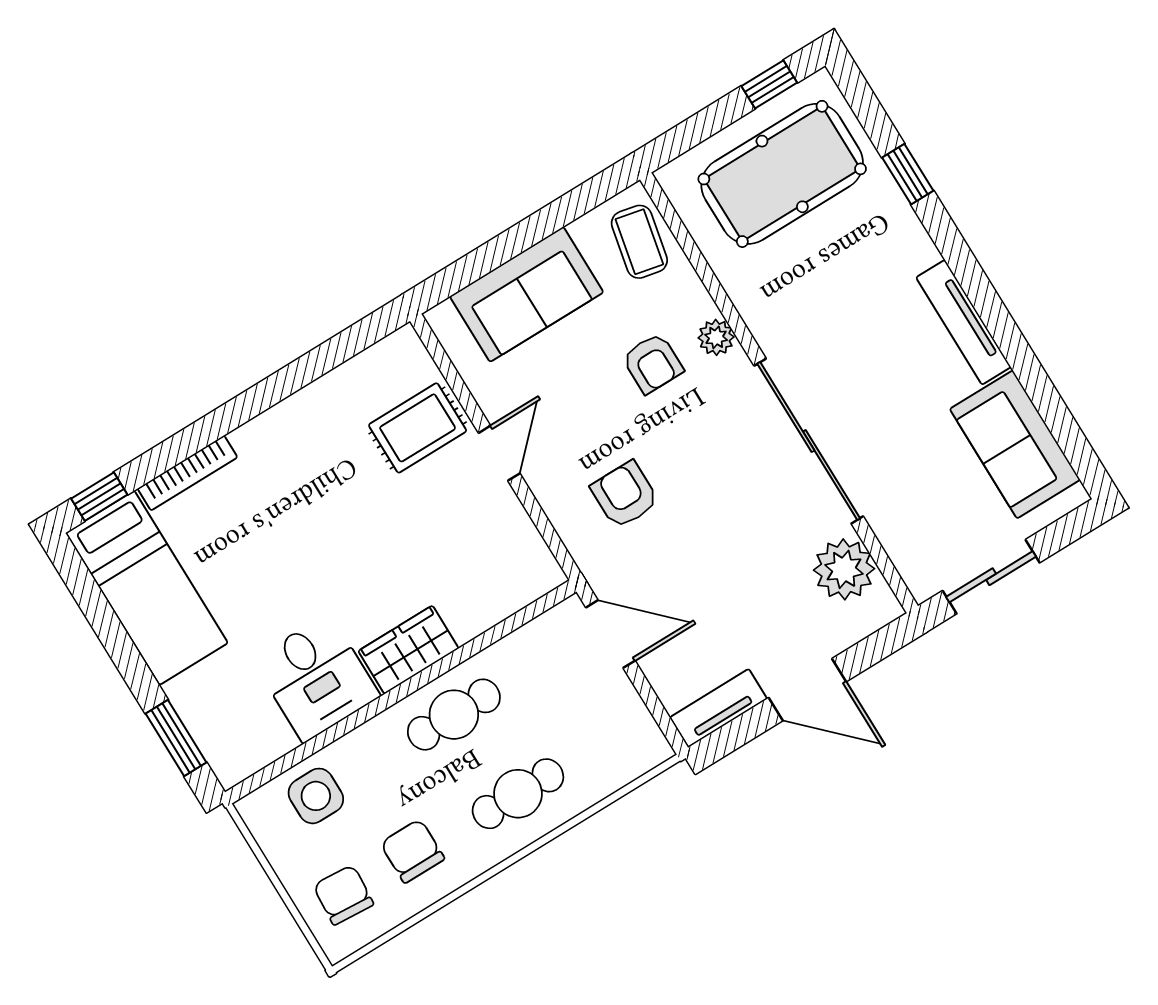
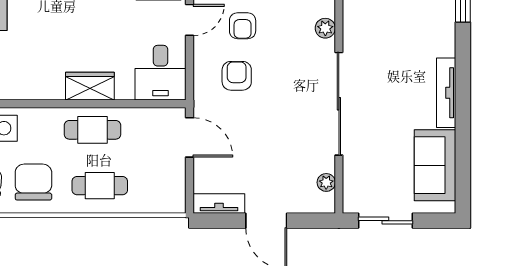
armchair: (653, 363) -> (243, 26), moved
plant: (844, 569) -> (326, 182), width x0.53, depth x0.53
desk: (316, 678) -> (160, 73), moved
chair: (412, 851) -> (33, 182), width x1.37, depth x1.37

